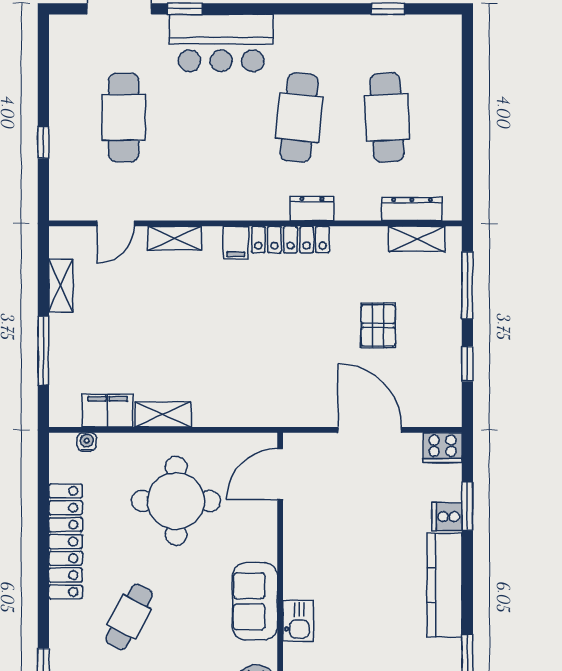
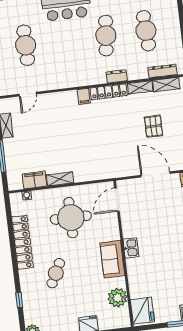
shelving: (175, 238) -> (140, 87), moved
kitchen sink: (298, 621) -> (131, 248), moved

